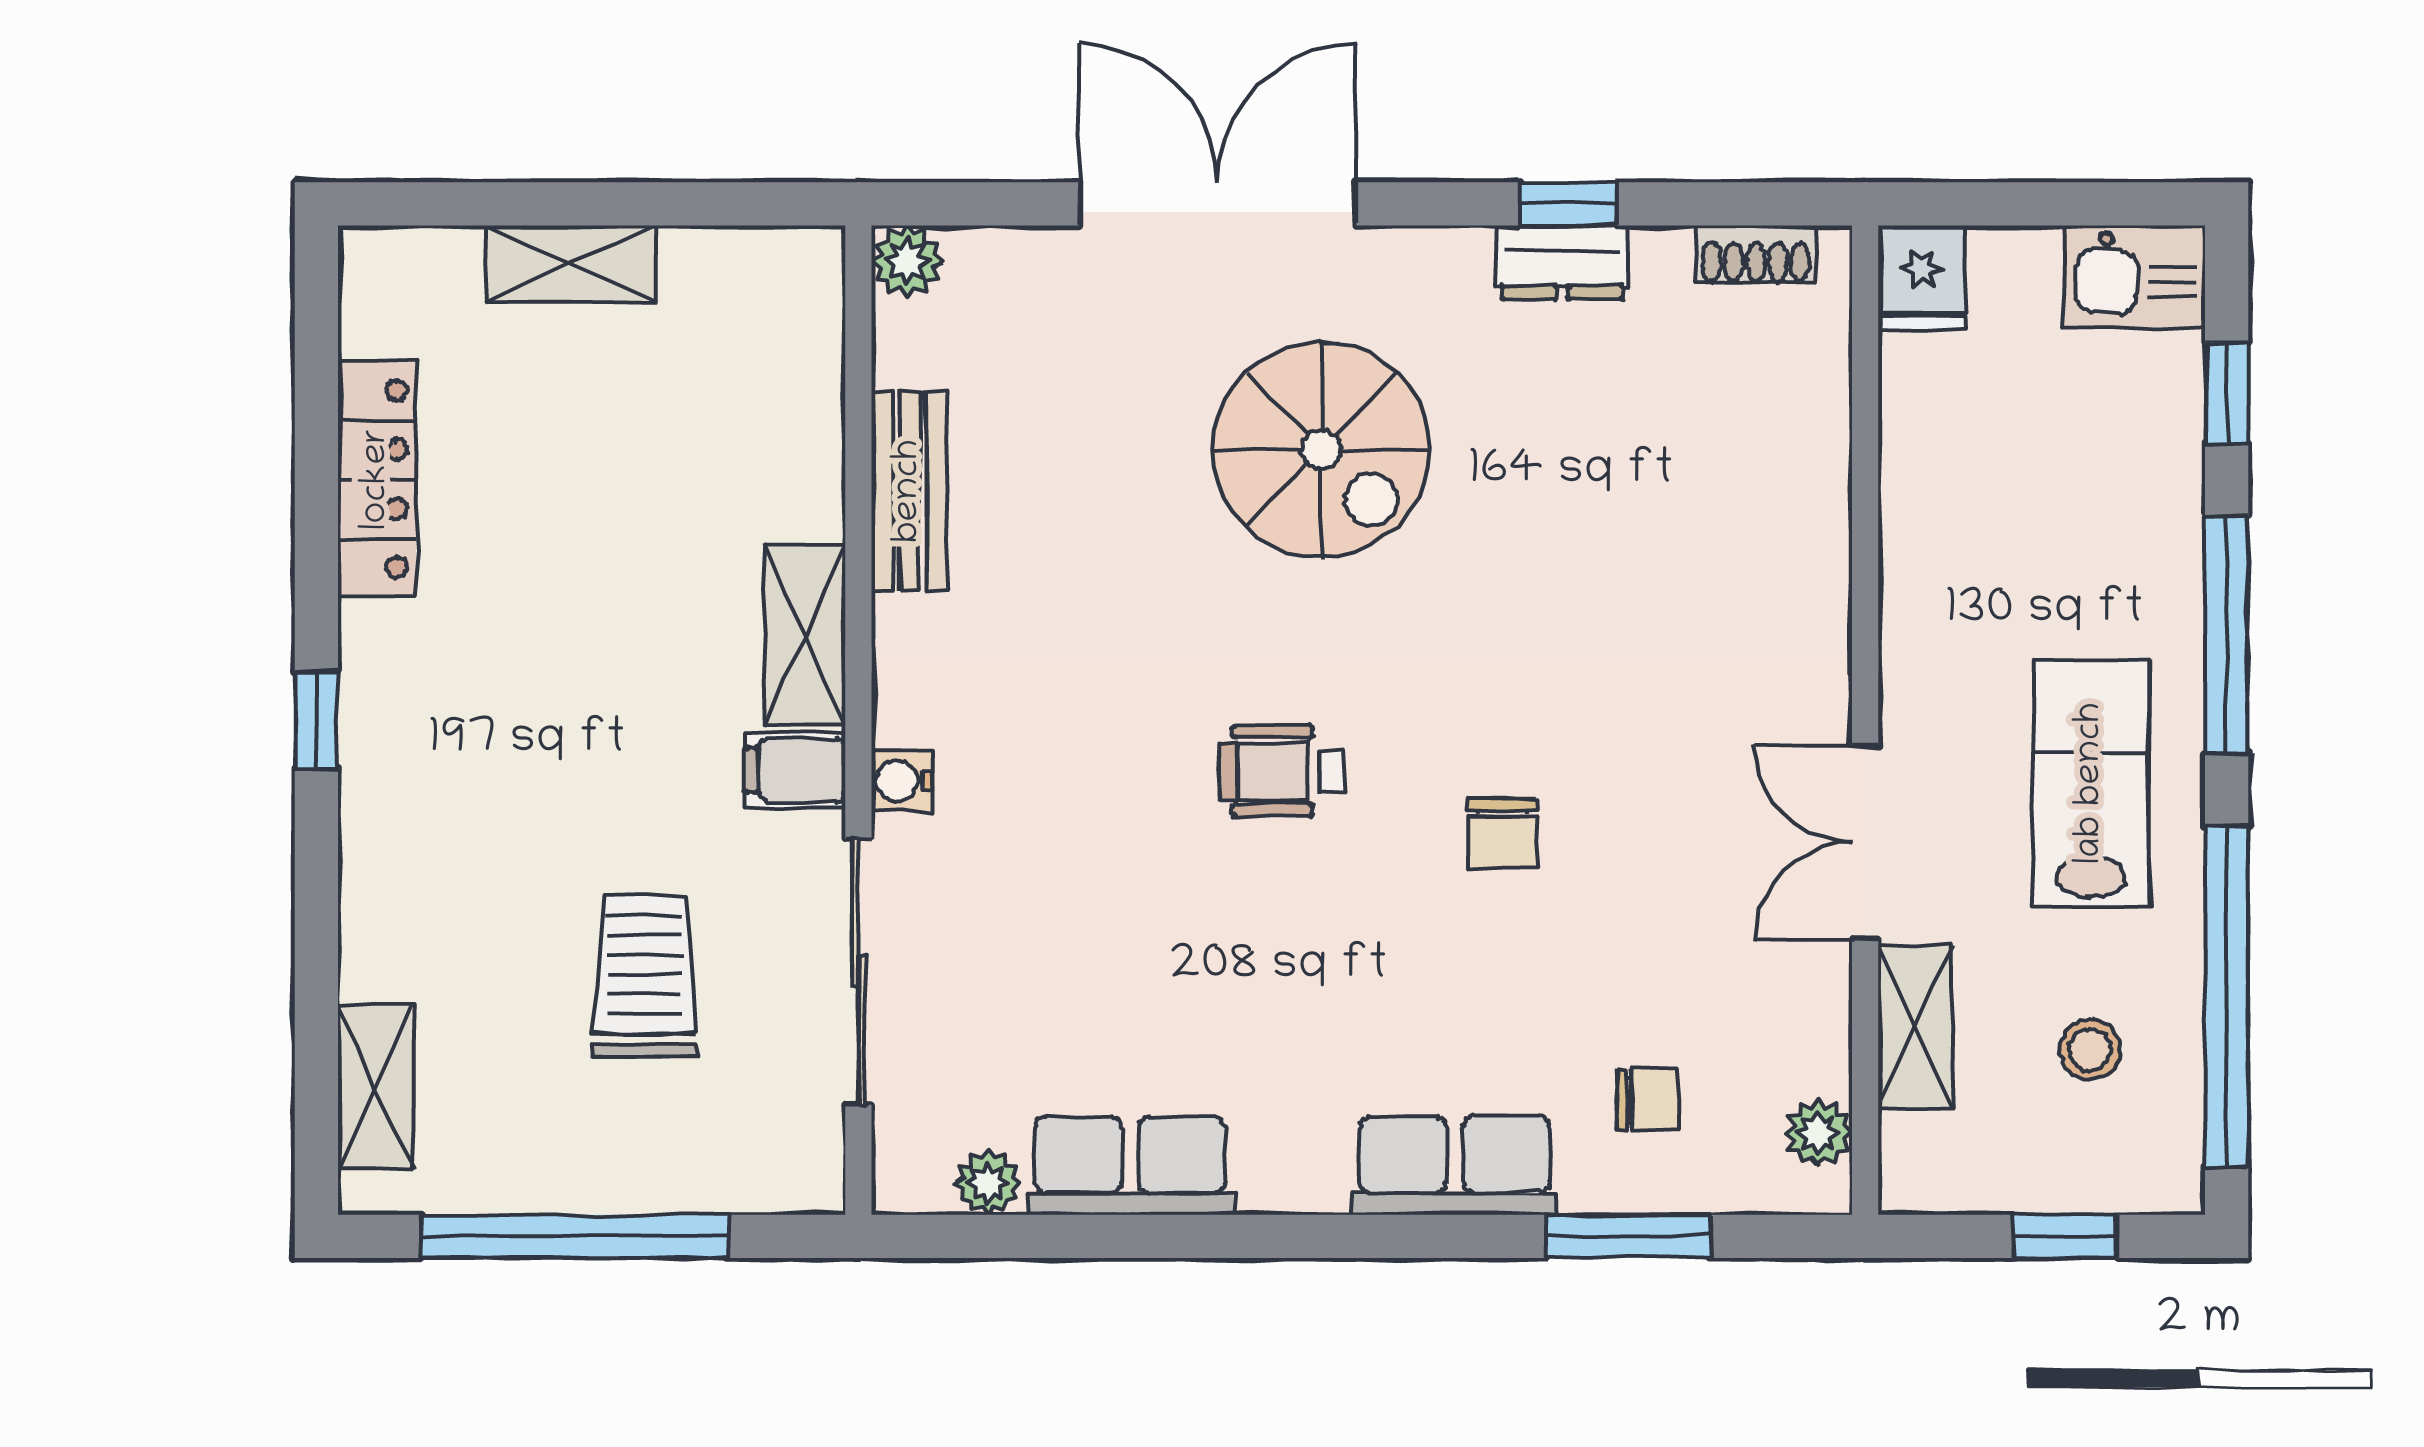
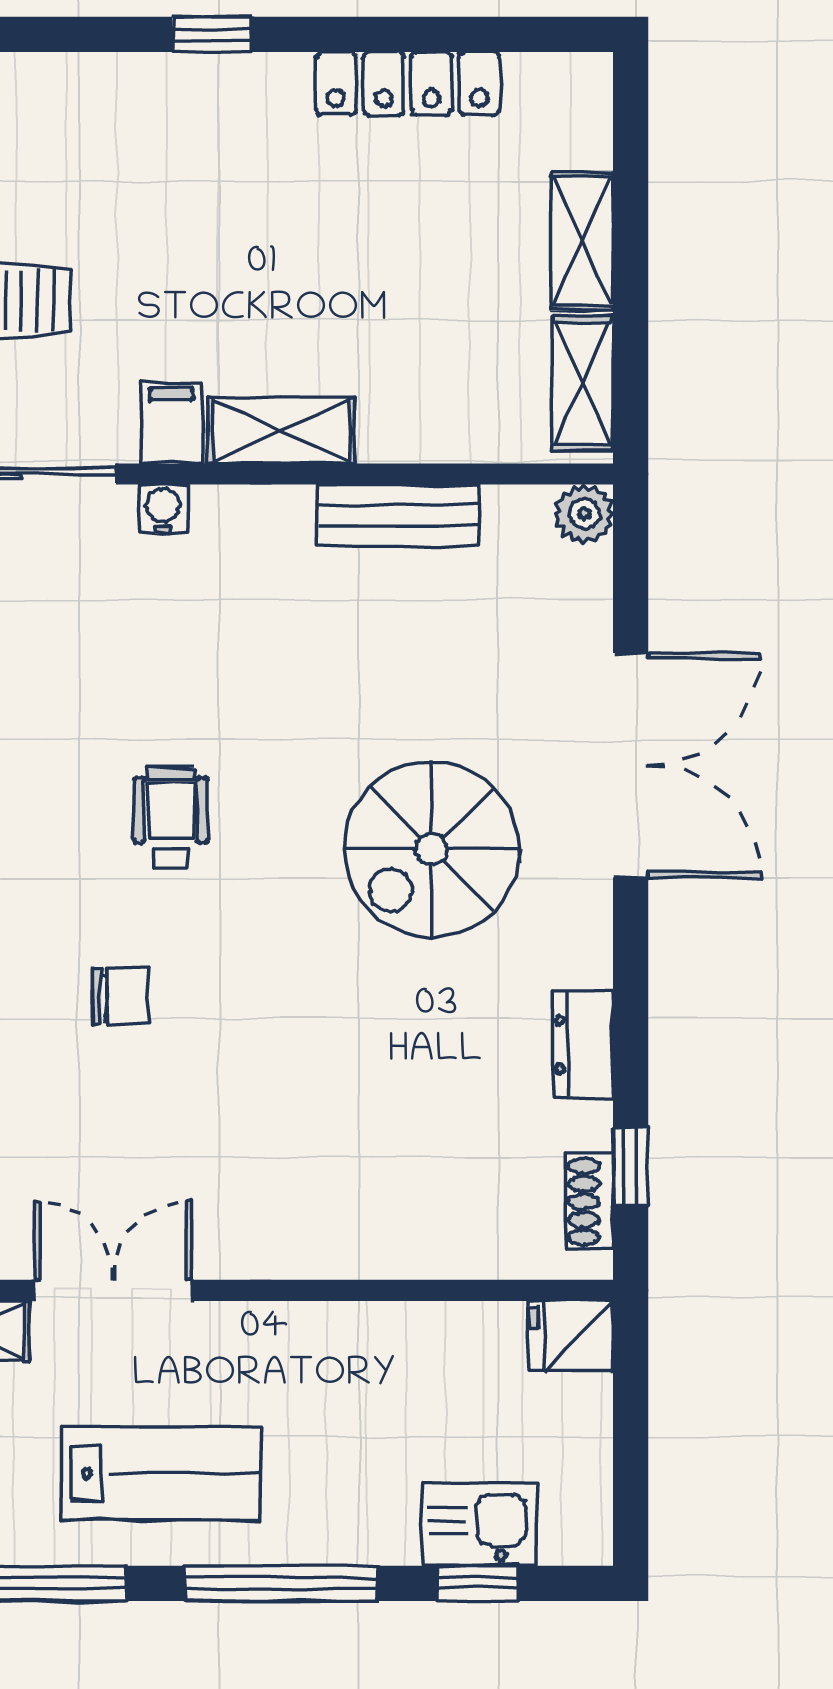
window: (1568, 204) -> (631, 1168), moved
shelving: (746, 263) -> (583, 383), added
kitchen sink: (2135, 276) -> (478, 1525), moved, turned 90
chair: (1502, 833) -> (120, 996), turned 180

